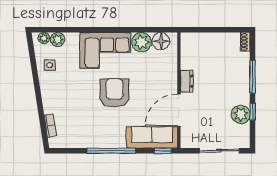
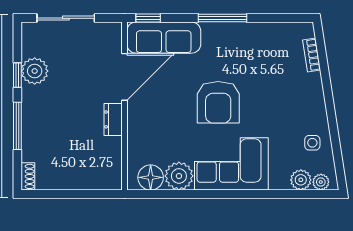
window: (111, 151) -> (223, 18), width x0.68

